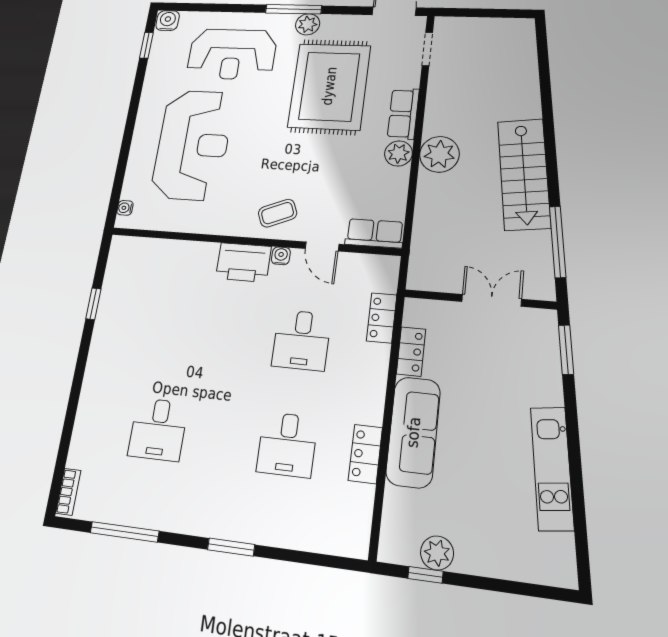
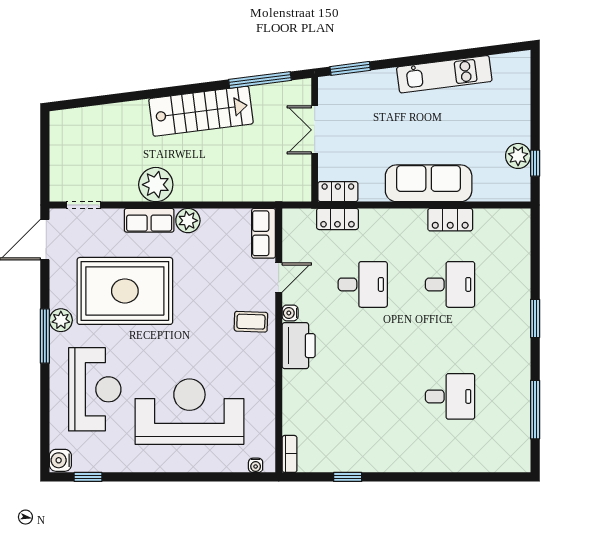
plant: (439, 154) -> (156, 185), moved
coffee table: (278, 213) -> (251, 322), turned -65
locker: (411, 352) -> (338, 192), moved
bookcase: (68, 492) -> (290, 454), moved, turned 90

